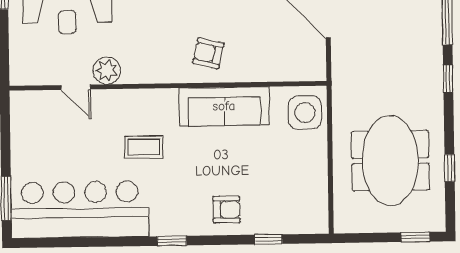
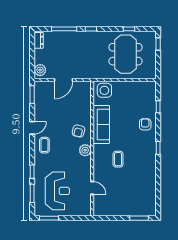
plant: (107, 71) -> (85, 150), moved
door: (76, 87) -> (92, 188), hinge flipped
meeting table: (390, 161) -> (125, 54), turned 90
bar counter: (80, 209) -> (144, 187), removed

